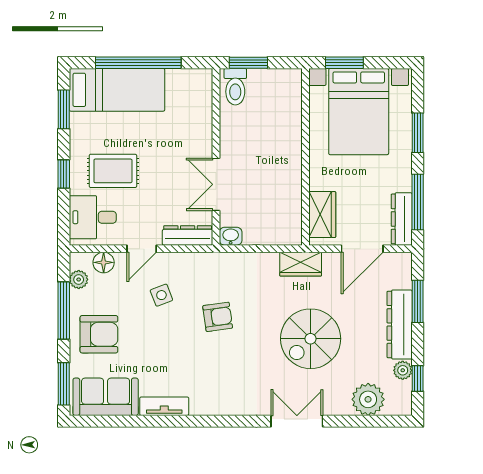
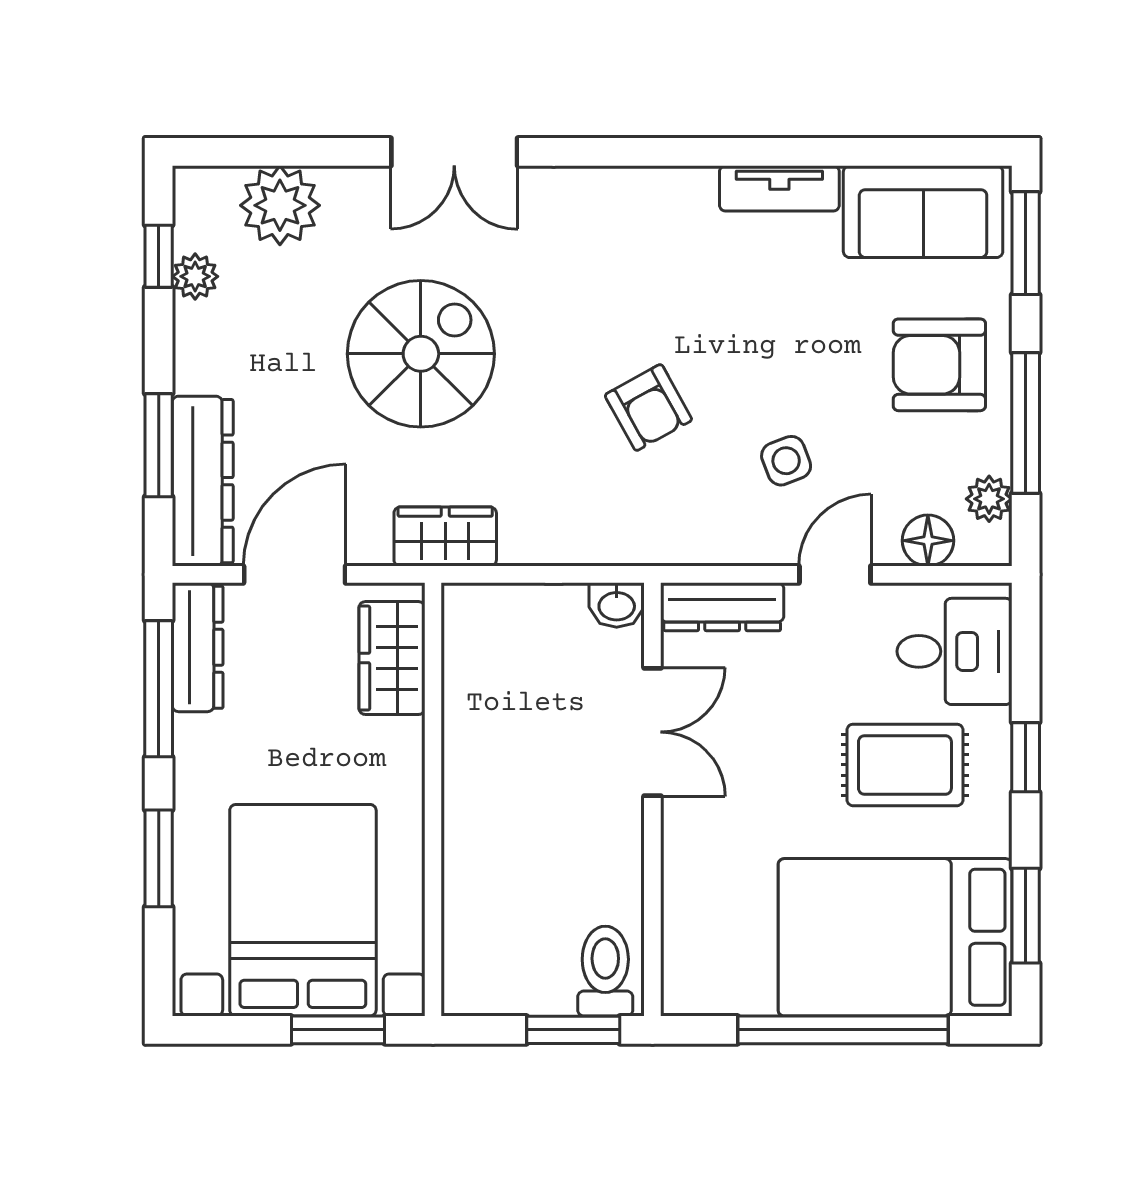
bed: (117, 90) -> (895, 937), width x1.50
armchair: (218, 317) -> (648, 407), turned -111
dresser: (400, 324) -> (203, 481), moved

